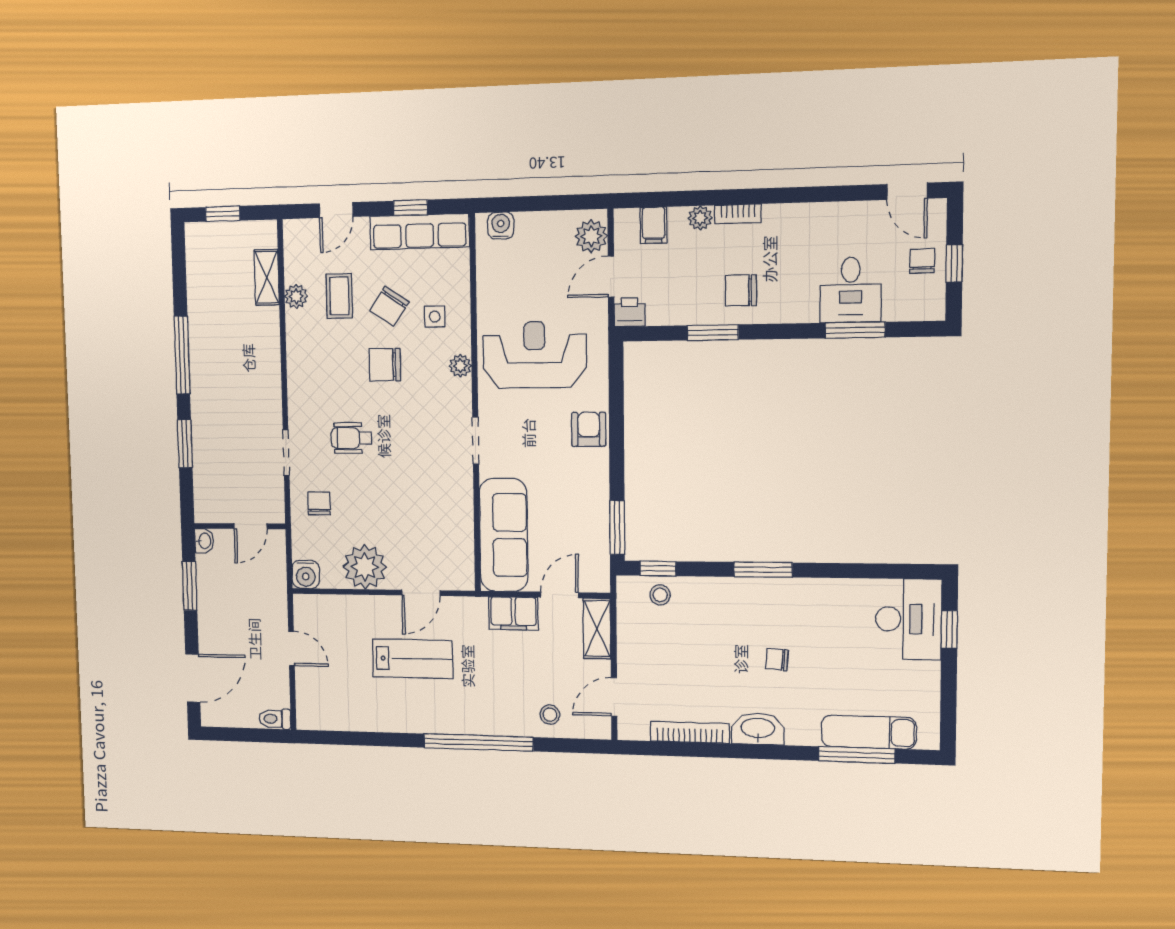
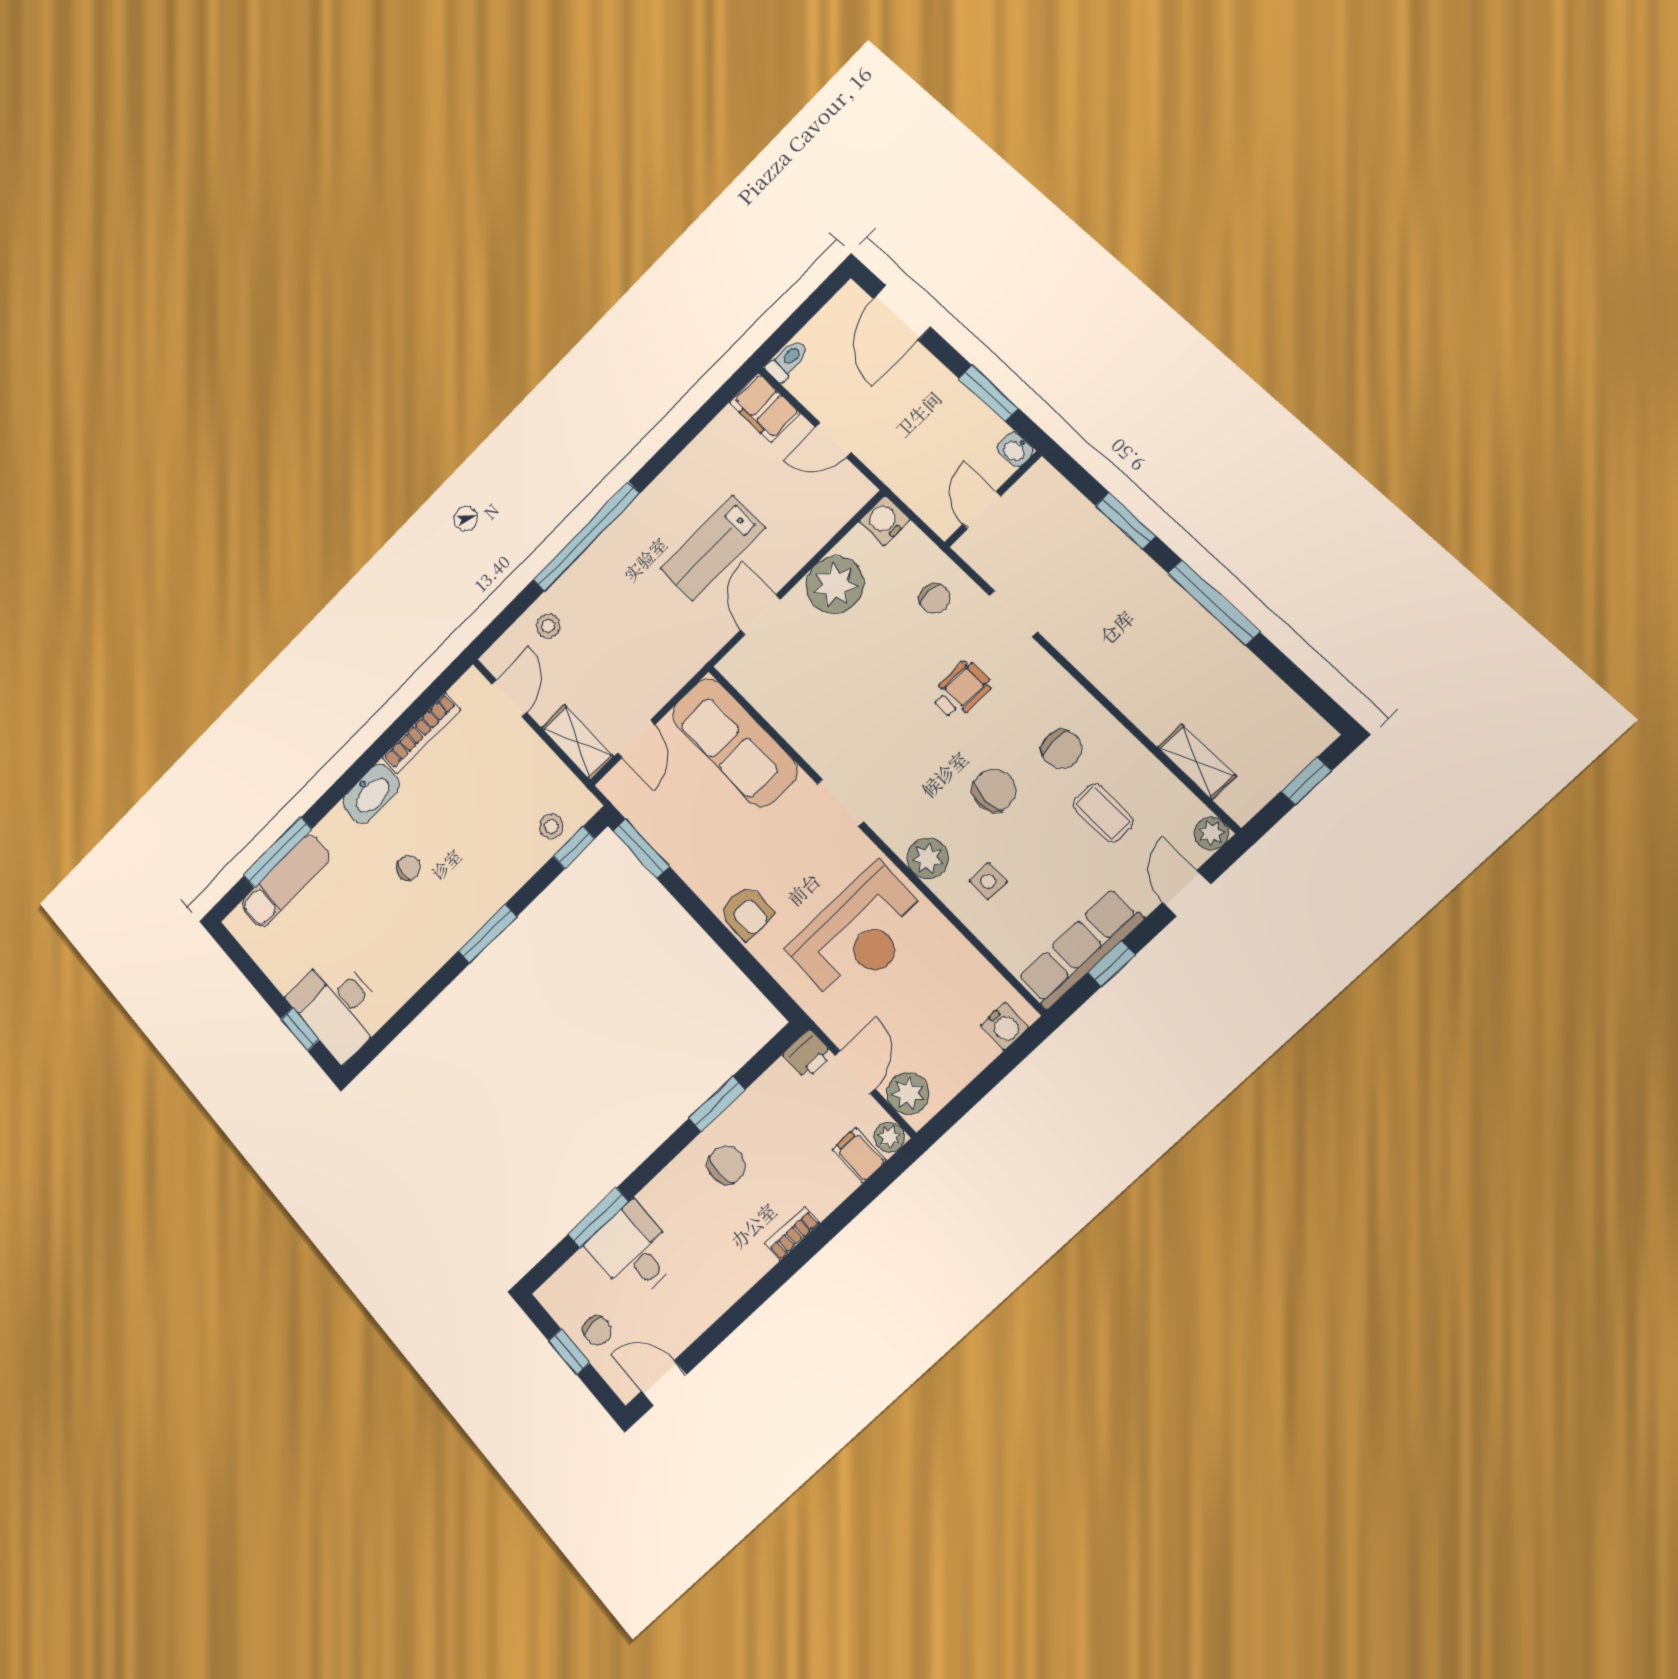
plant: (700, 218) -> (889, 1137), moved
plant: (296, 296) -> (1211, 833), moved
chair: (389, 306) -> (1062, 749), moved, turned 146
plant: (460, 366) -> (928, 858), width x1.38, depth x1.38
filing cabinet: (513, 613) -> (764, 408), moved, turned -90

